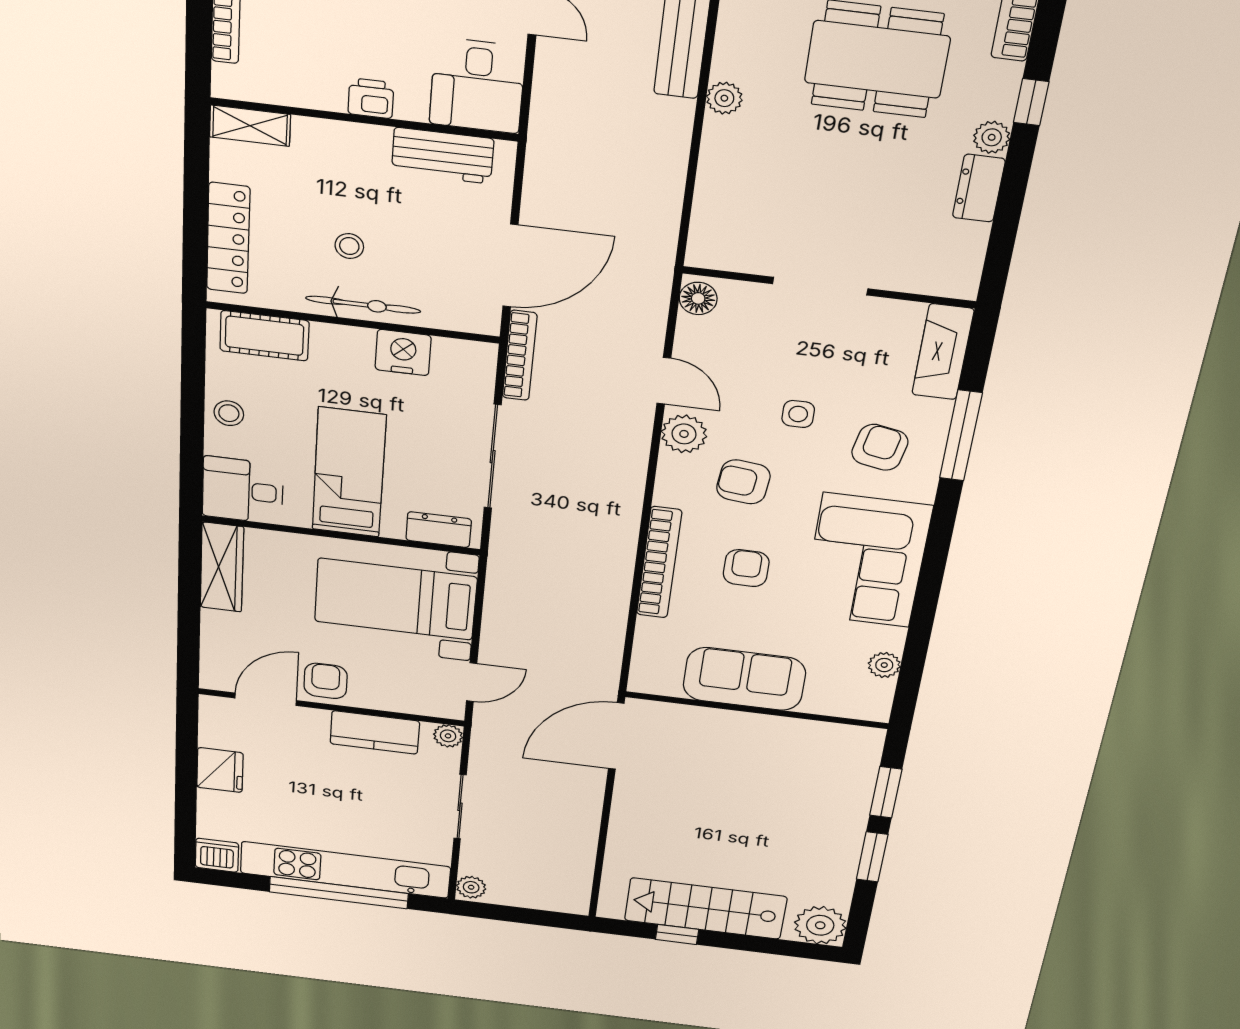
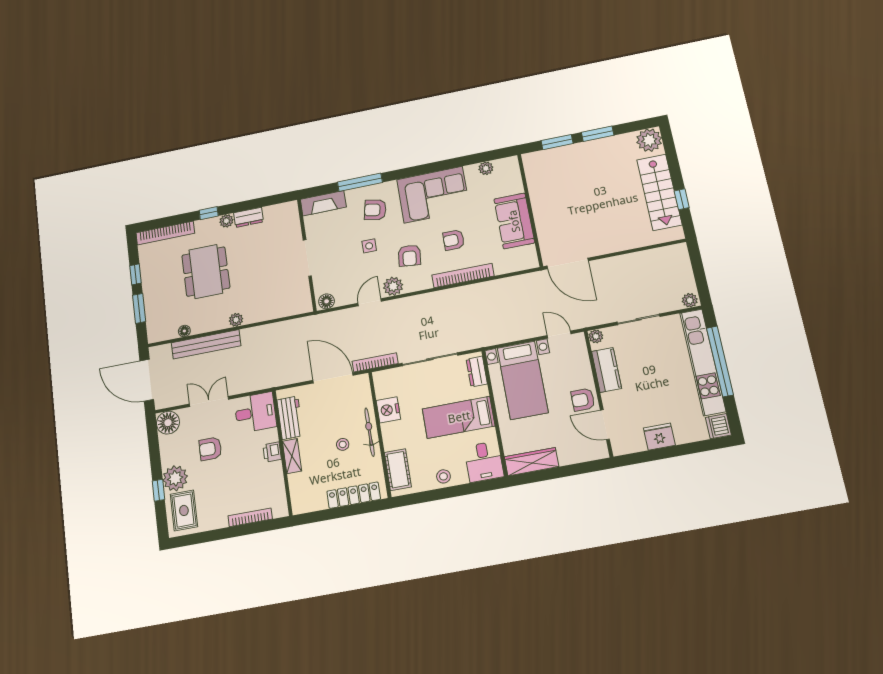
shelving: (250, 126) -> (292, 456), moved

